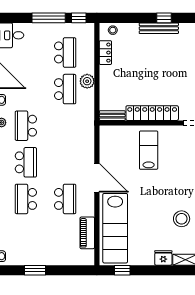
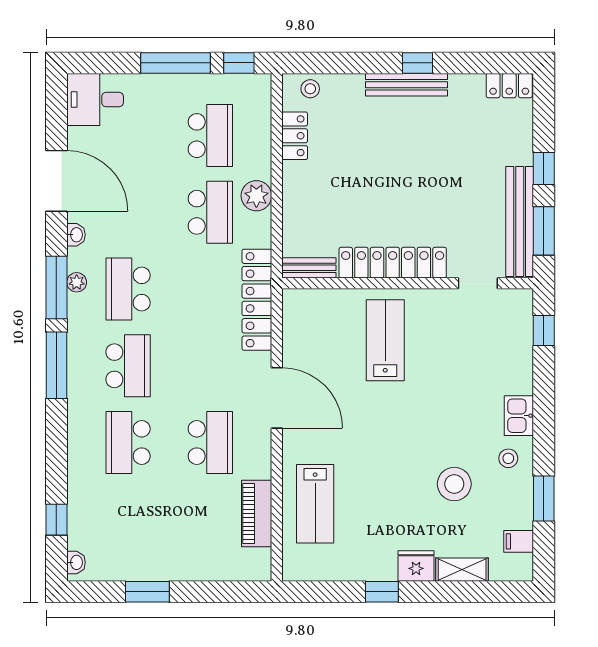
locker: (87, 131) -> (257, 300), added
lab bench: (115, 228) -> (315, 504), width x0.54, depth x0.72
window: (122, 270) -> (382, 592), moved

